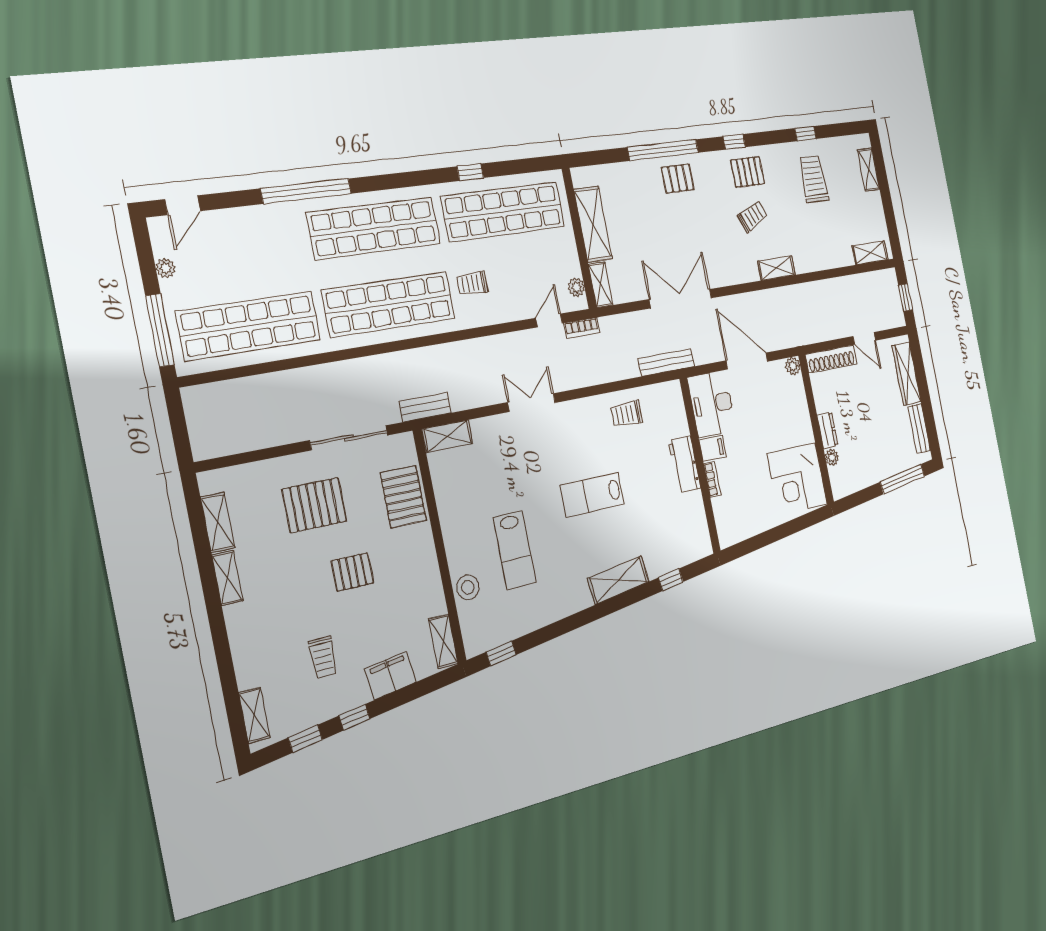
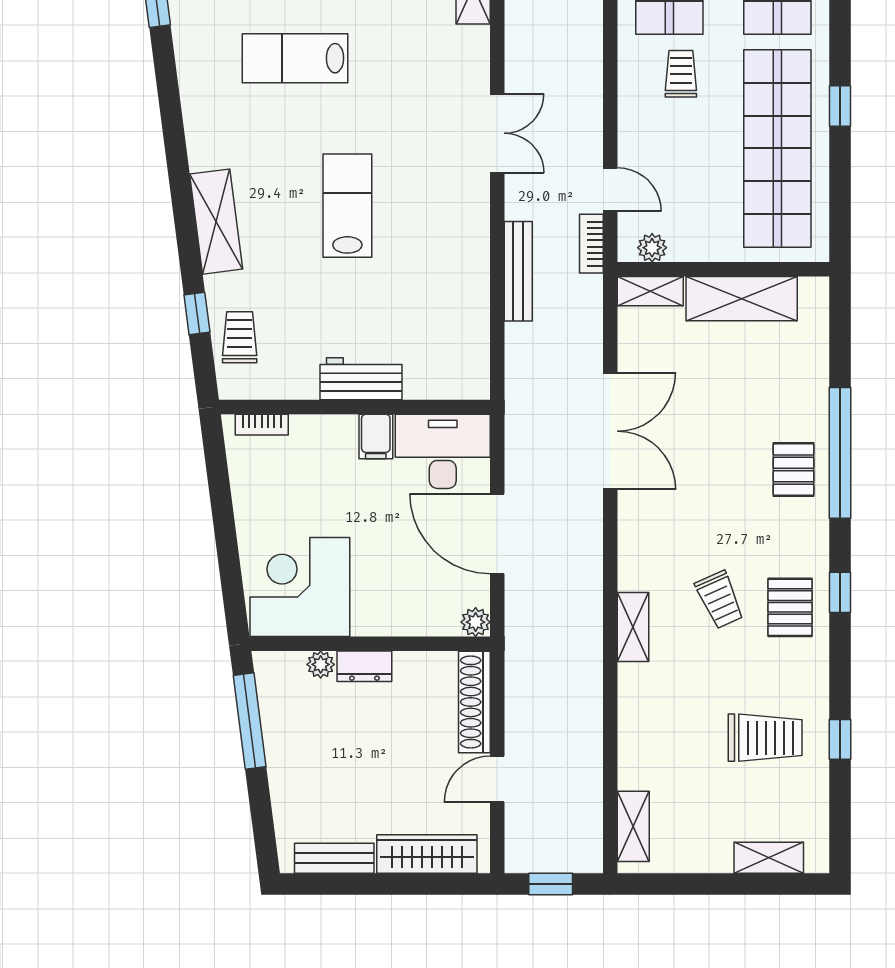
door: (747, 361) -> (497, 534), swing flipped
bench: (666, 362) -> (518, 271), moved
trolley: (627, 414) -> (240, 337), moved
bookcase: (712, 479) -> (262, 425), moved
window: (902, 479) -> (250, 721), moved

